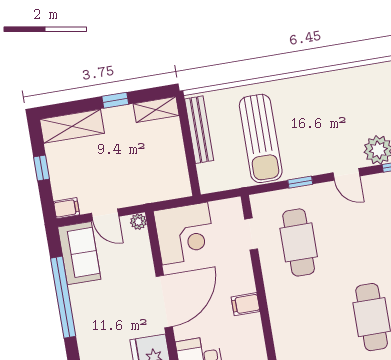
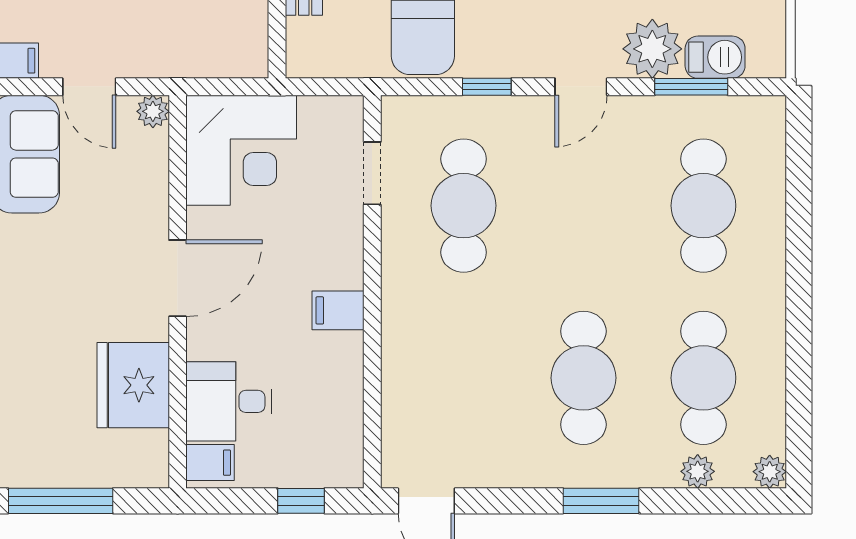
door: (346, 174) -> (581, 87), hinge flipped
door: (164, 302) -> (178, 278), width x0.73

